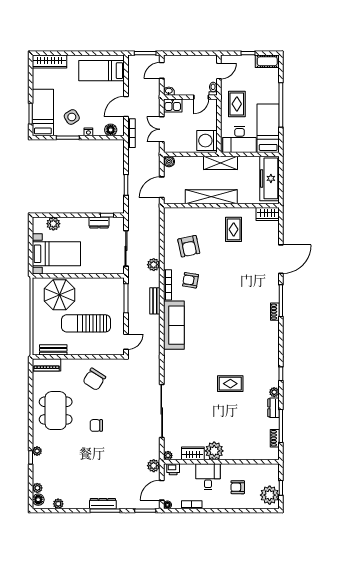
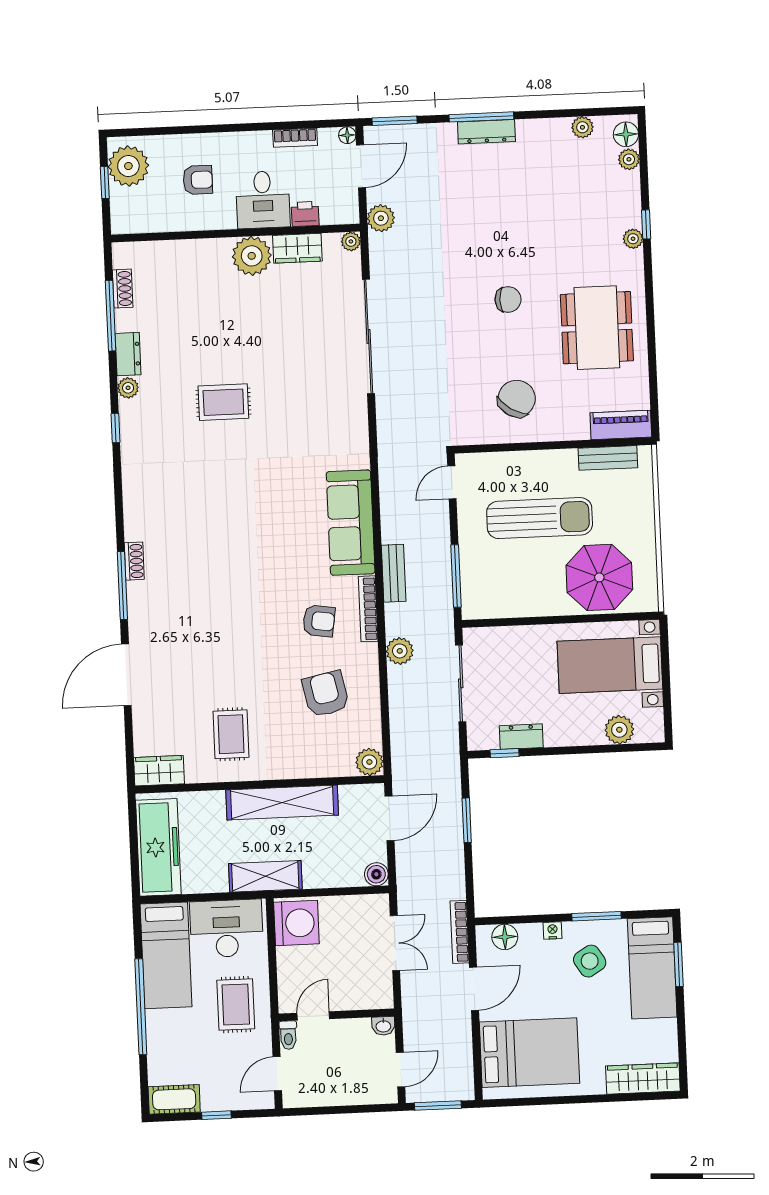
bed: (102, 71) -> (529, 1053), width x1.50
kitchen sink: (173, 106) -> (374, 995), removed
plant: (170, 214) -> (369, 762), added
printer: (173, 469) -> (305, 214), moved

